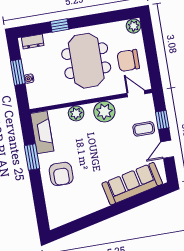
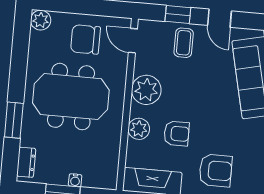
window: (60, 25) -> (14, 120), width x1.50
chair: (128, 60) -> (85, 39), turned 90
door: (136, 94) -> (133, 41), hinge flipped
armchair: (80, 140) -> (177, 134), added

